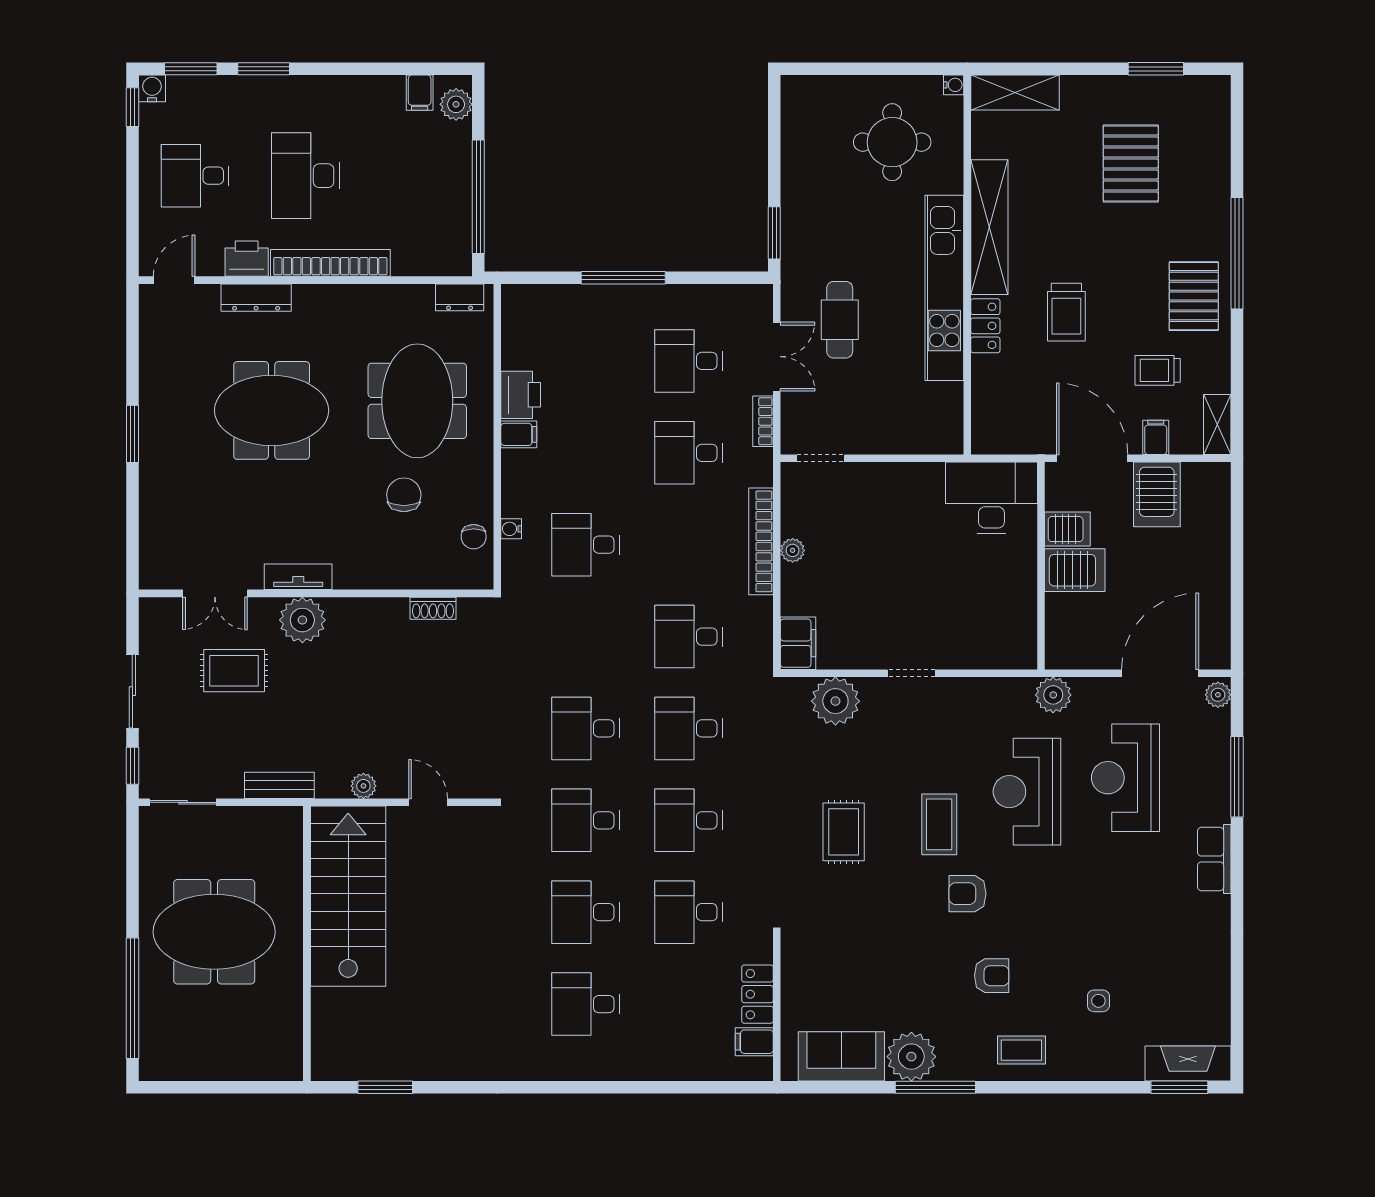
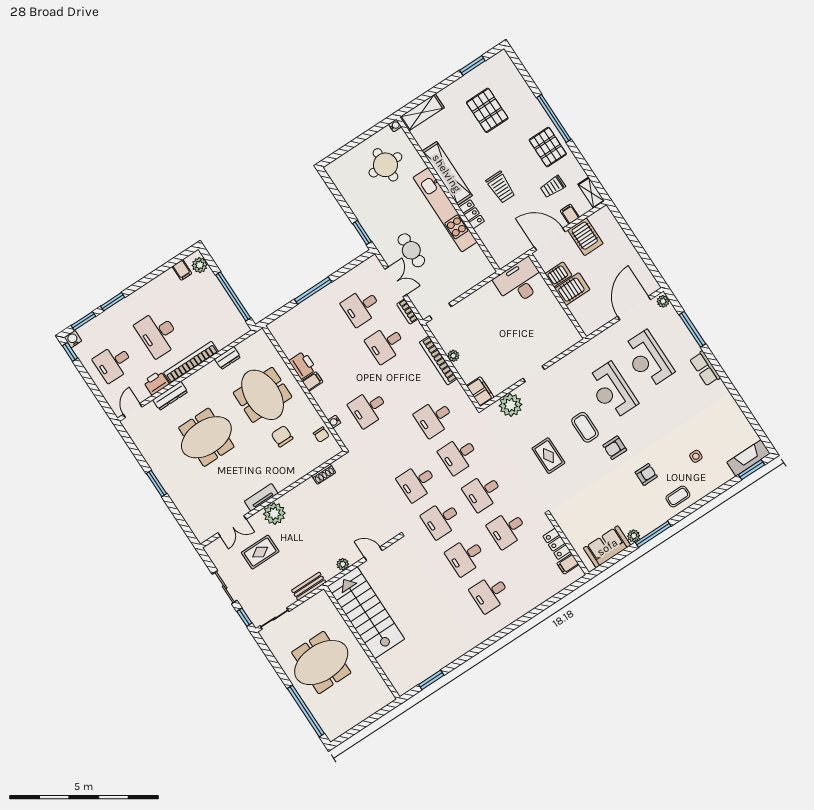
dresser: (460, 297) -> (228, 358), moved
plant: (1053, 695) -> (597, 345), removed
plant: (911, 1057) -> (634, 536), width x0.53, depth x0.53

